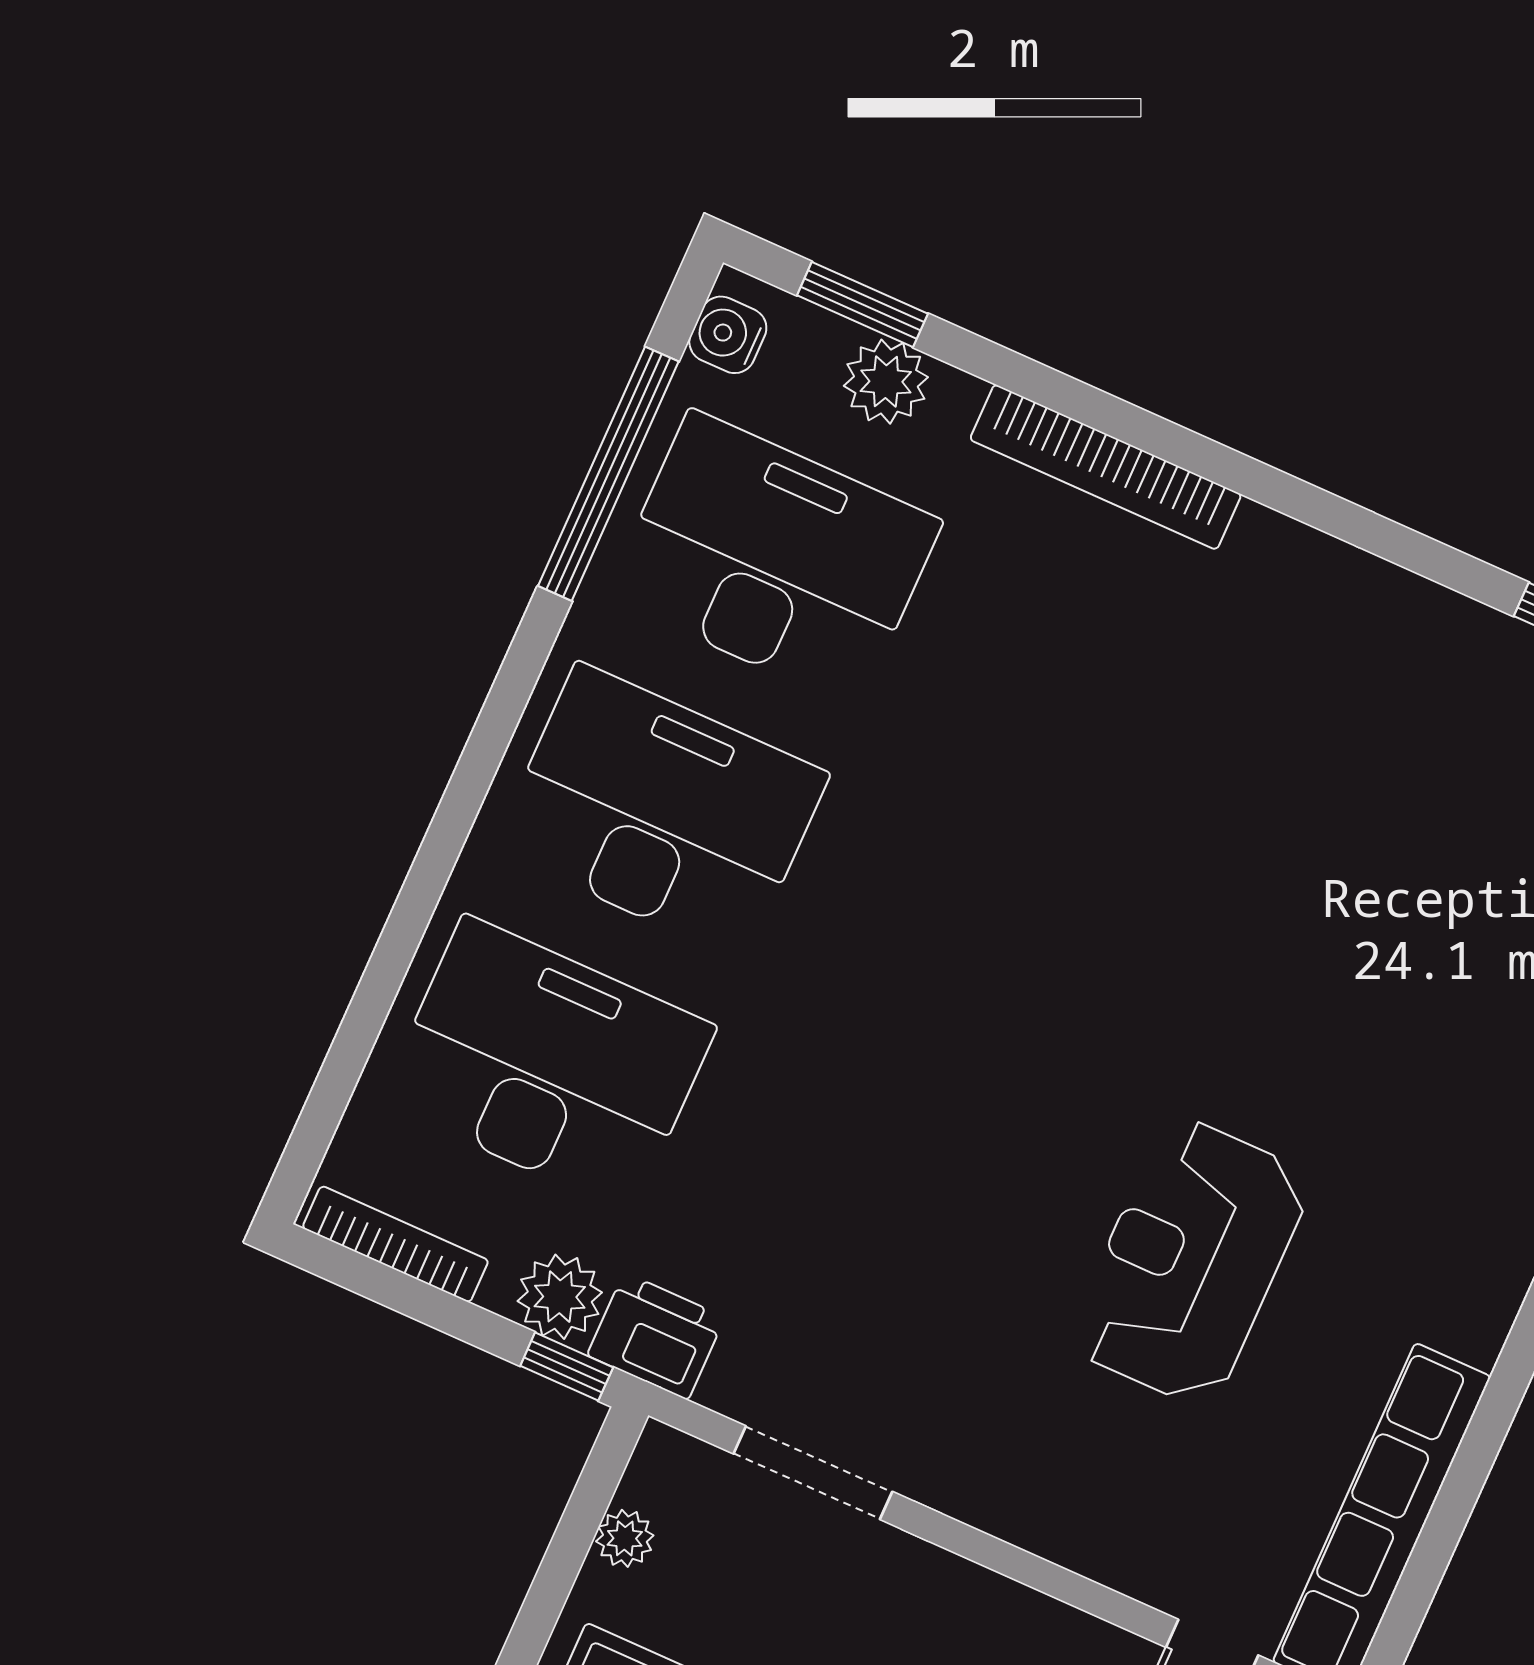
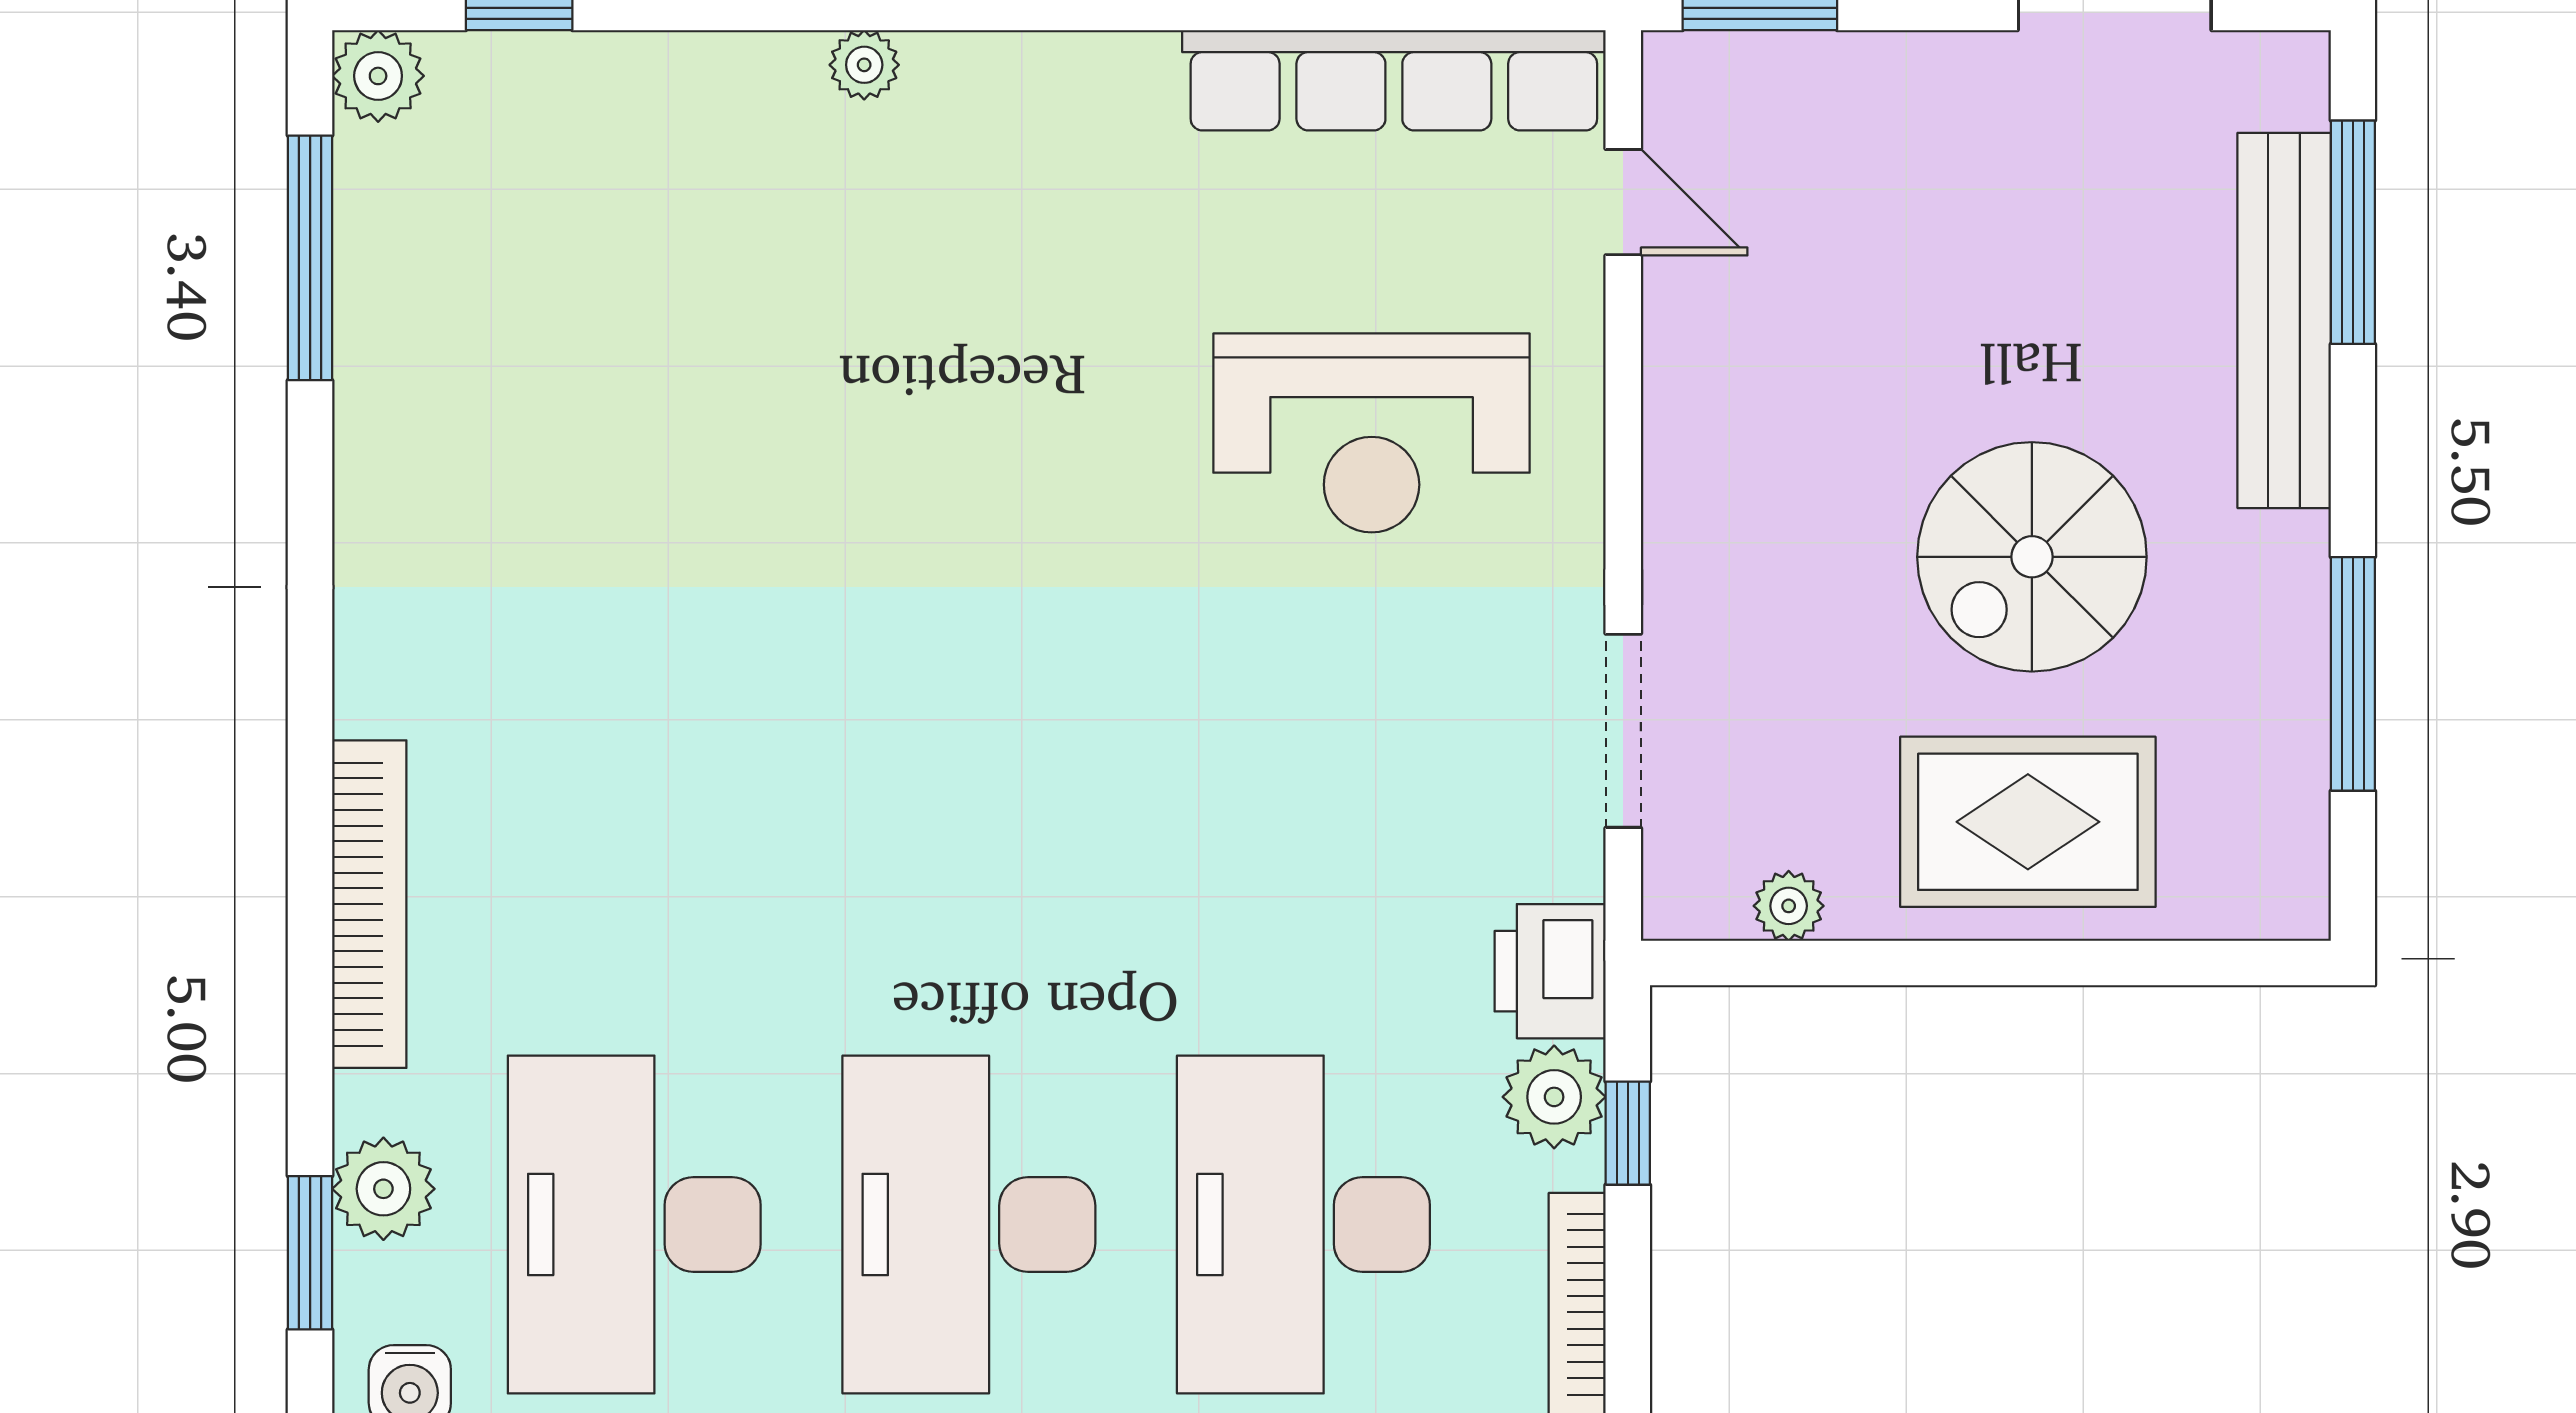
reception desk: (1190, 1261) -> (1372, 433), moved
window: (567, 1367) -> (1628, 1133), moved

